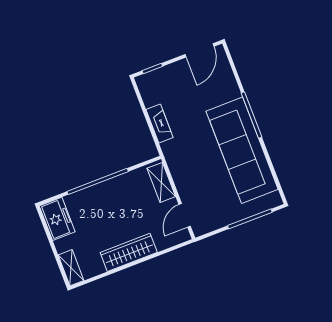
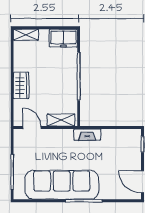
fireplace: (160, 124) -> (87, 135), moved
wardrobe: (129, 252) -> (21, 85), width x0.67

